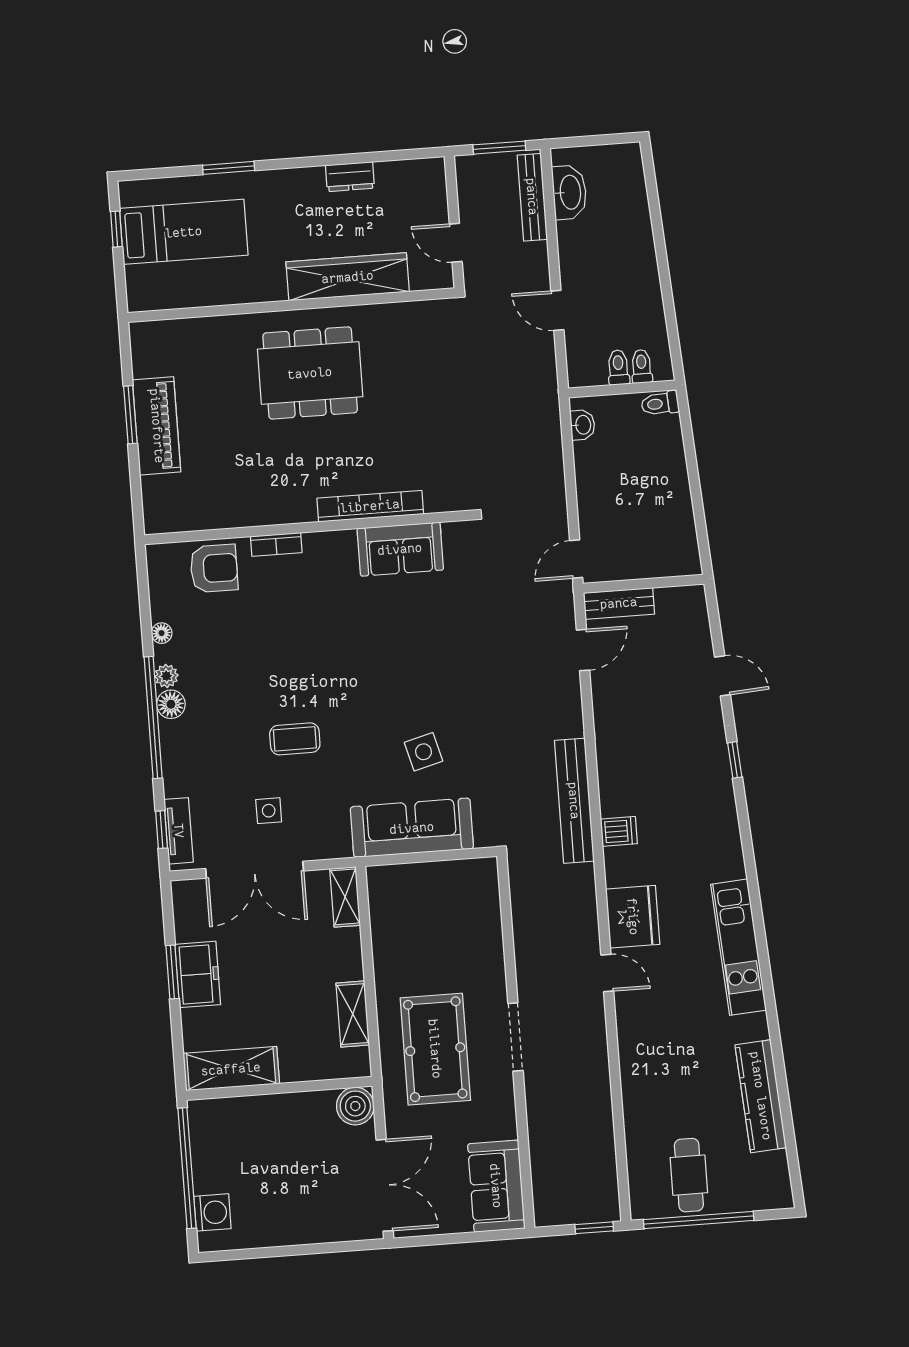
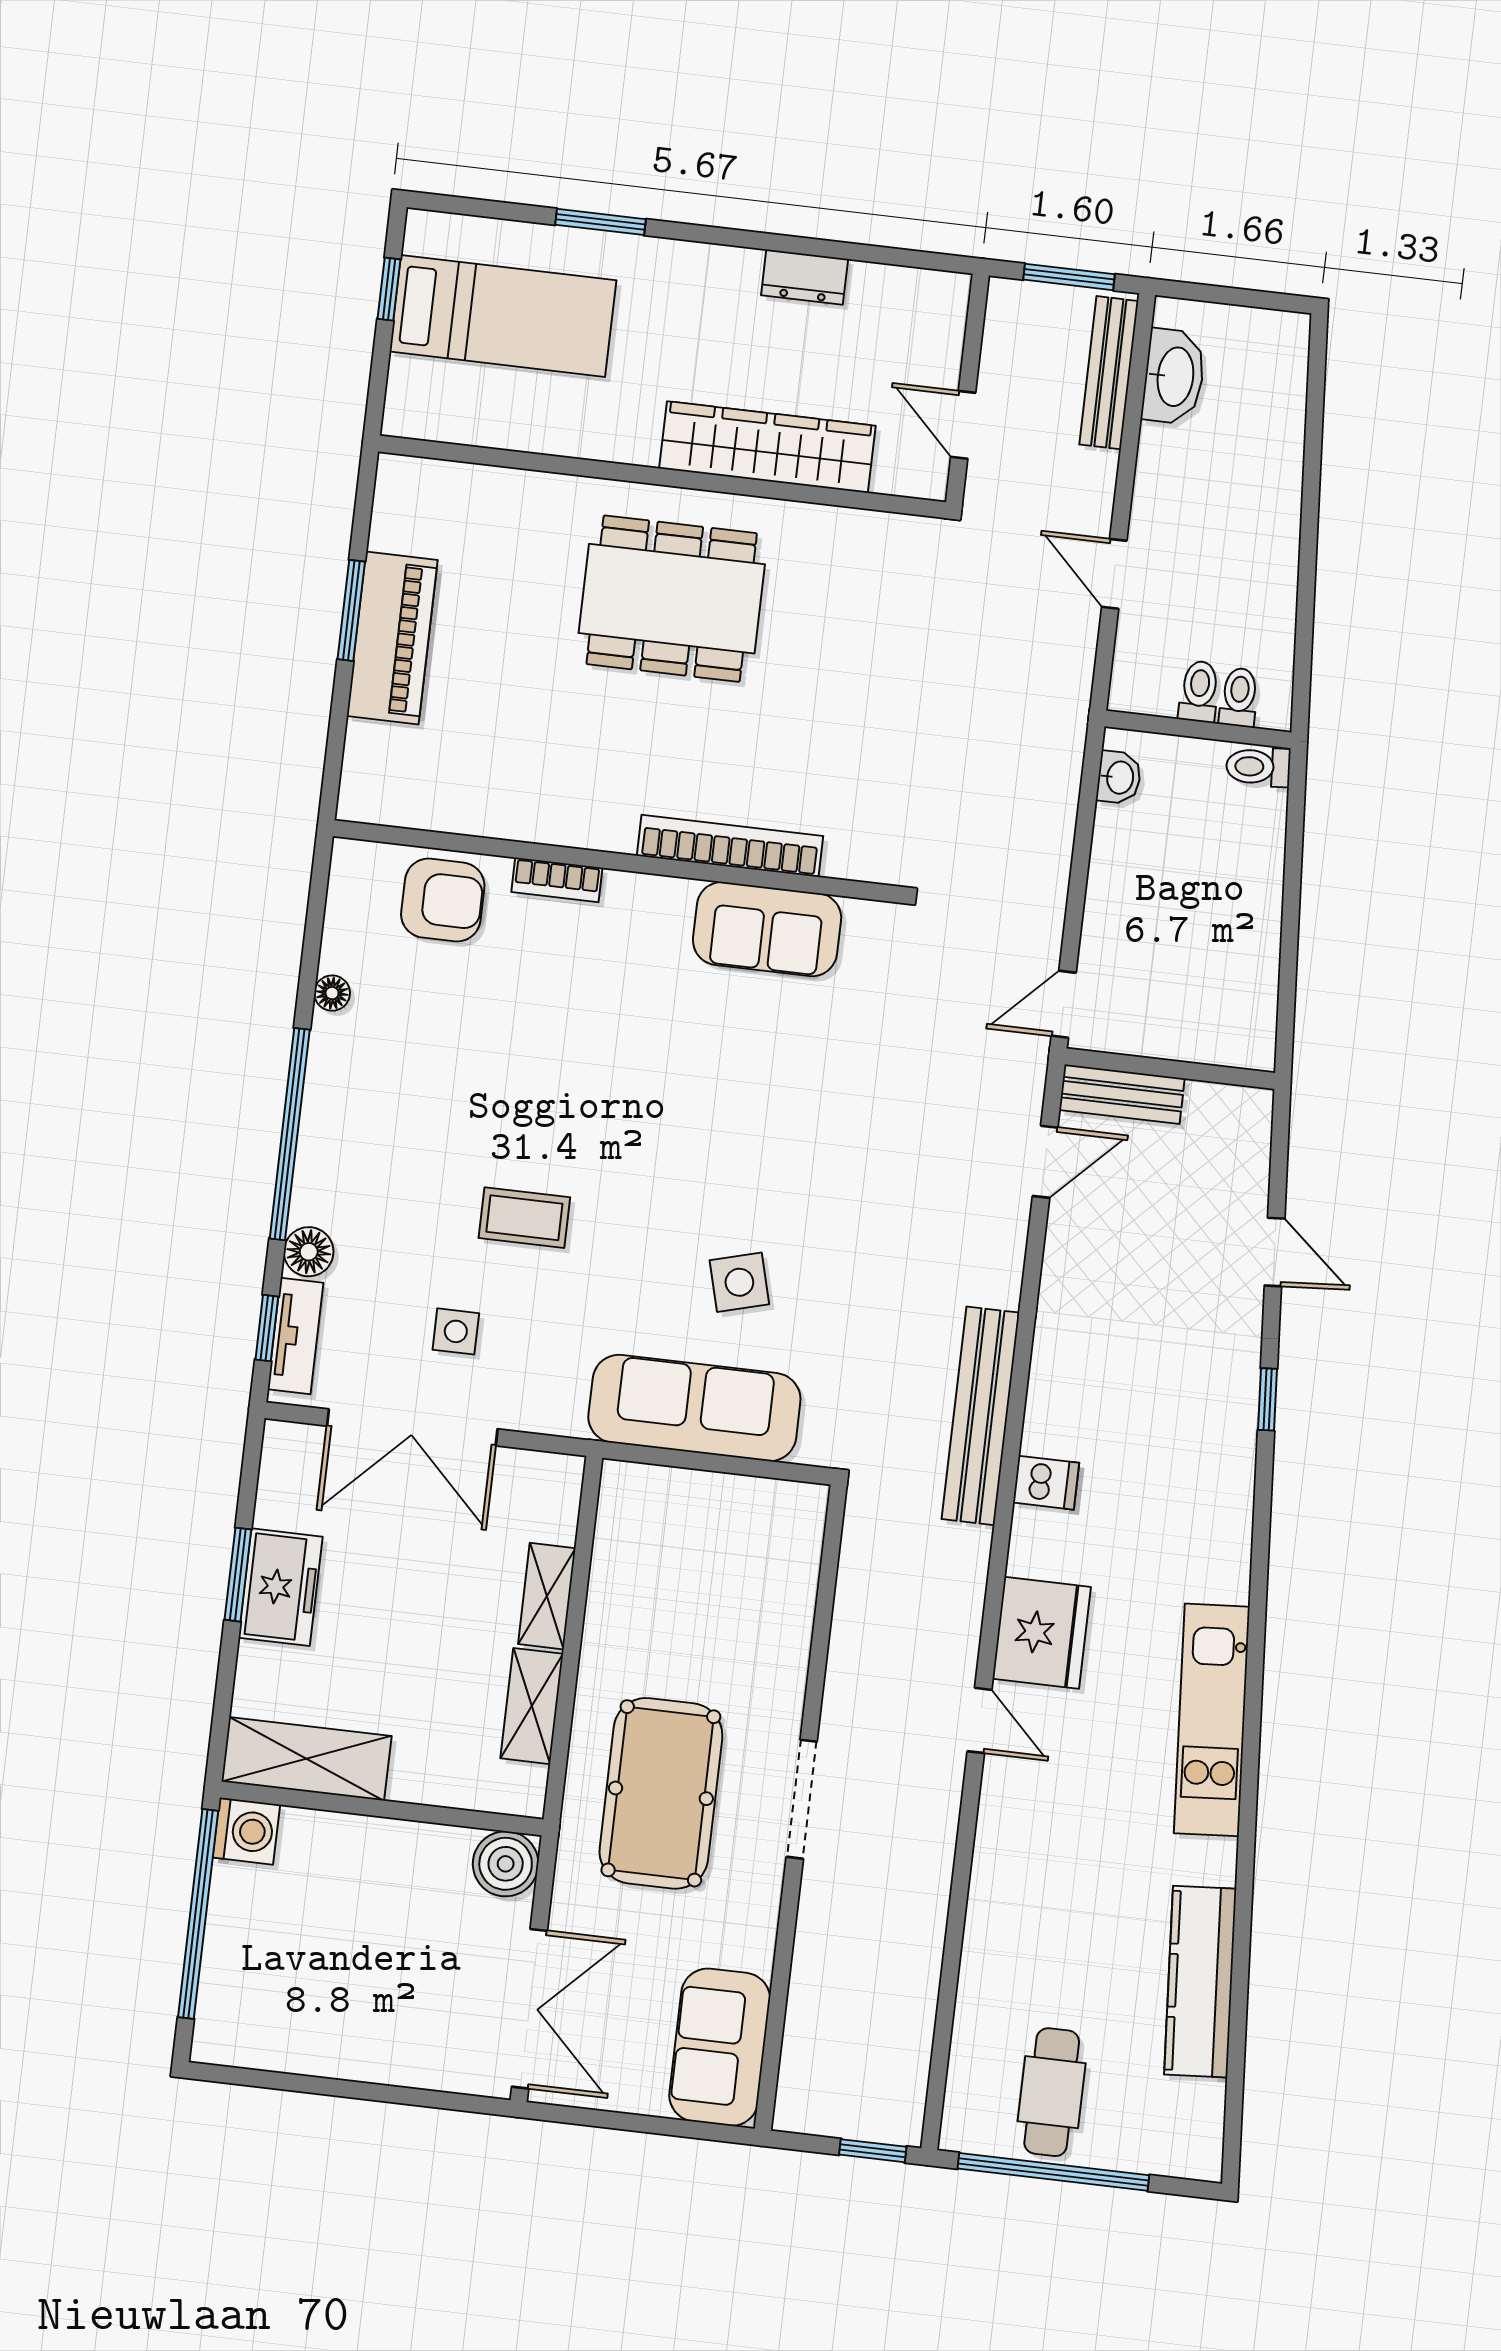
plant: (166, 676) -> (326, 1068), removed
floor lamp: (171, 704) -> (309, 1252), moved
shelving: (345, 897) -> (547, 1596), moved
washing machine: (212, 1212) -> (246, 1831), moved

